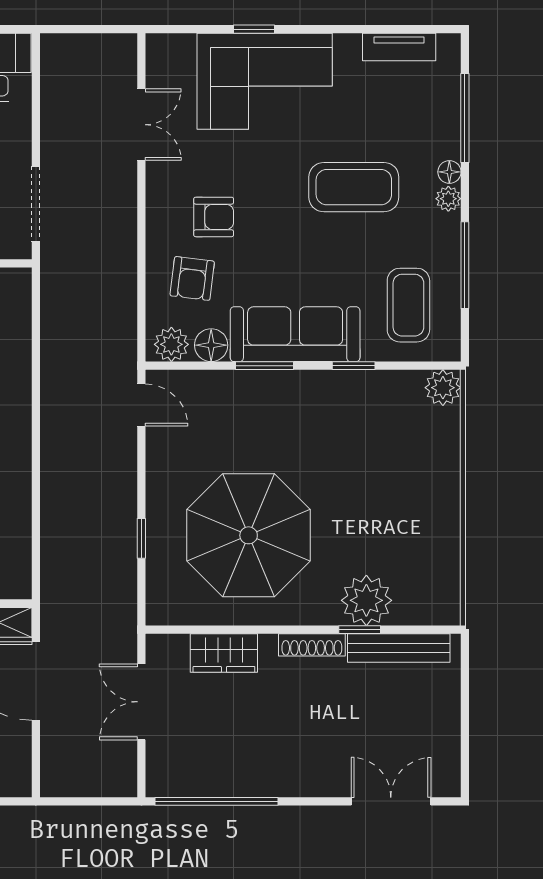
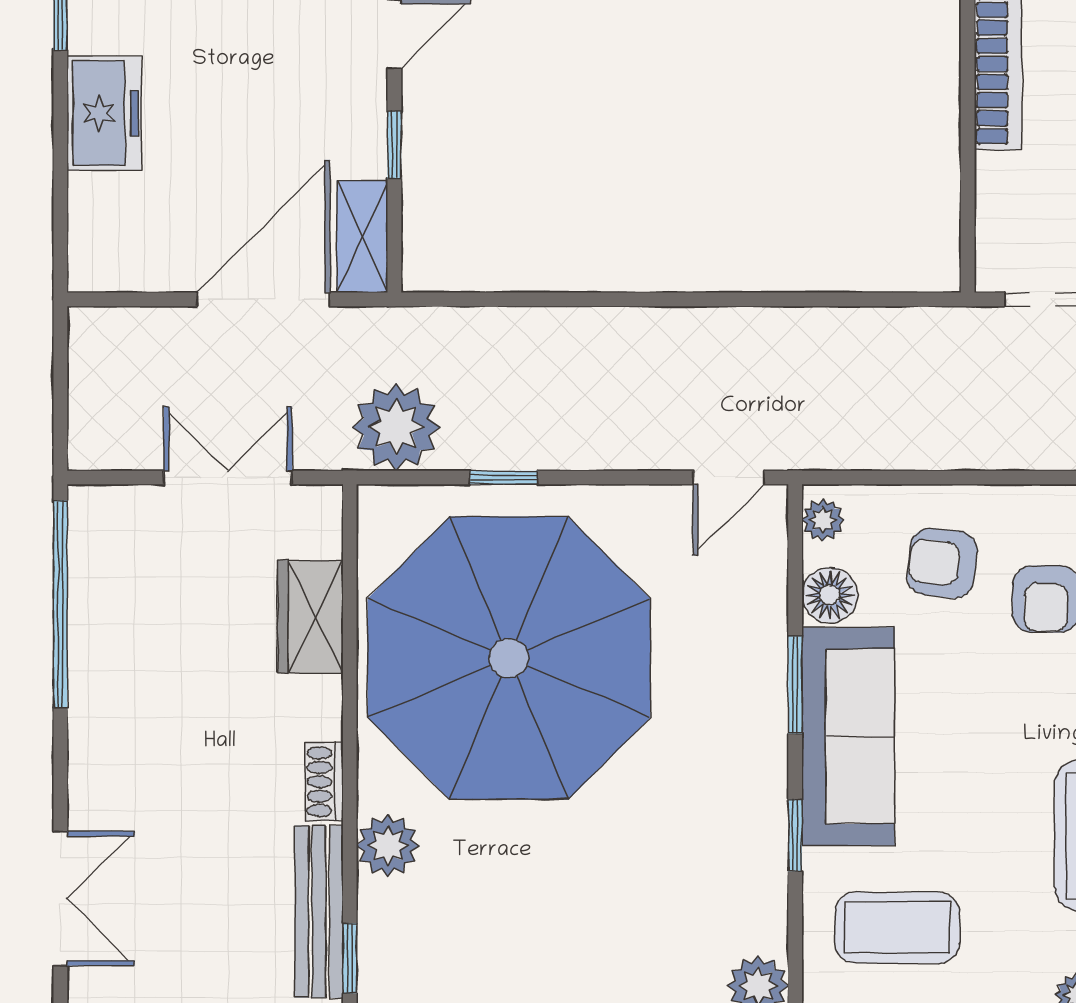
plant: (171, 344) -> (823, 520), width x0.73, depth x0.73
parasol: (249, 535) -> (509, 658), width x1.36, depth x1.36
plant: (366, 600) -> (388, 846), width x0.73, depth x0.73
plant: (111, 602) -> (396, 427), added
window: (360, 630) -> (350, 958), moved
shoe rack: (312, 645) -> (324, 782), width x0.70

